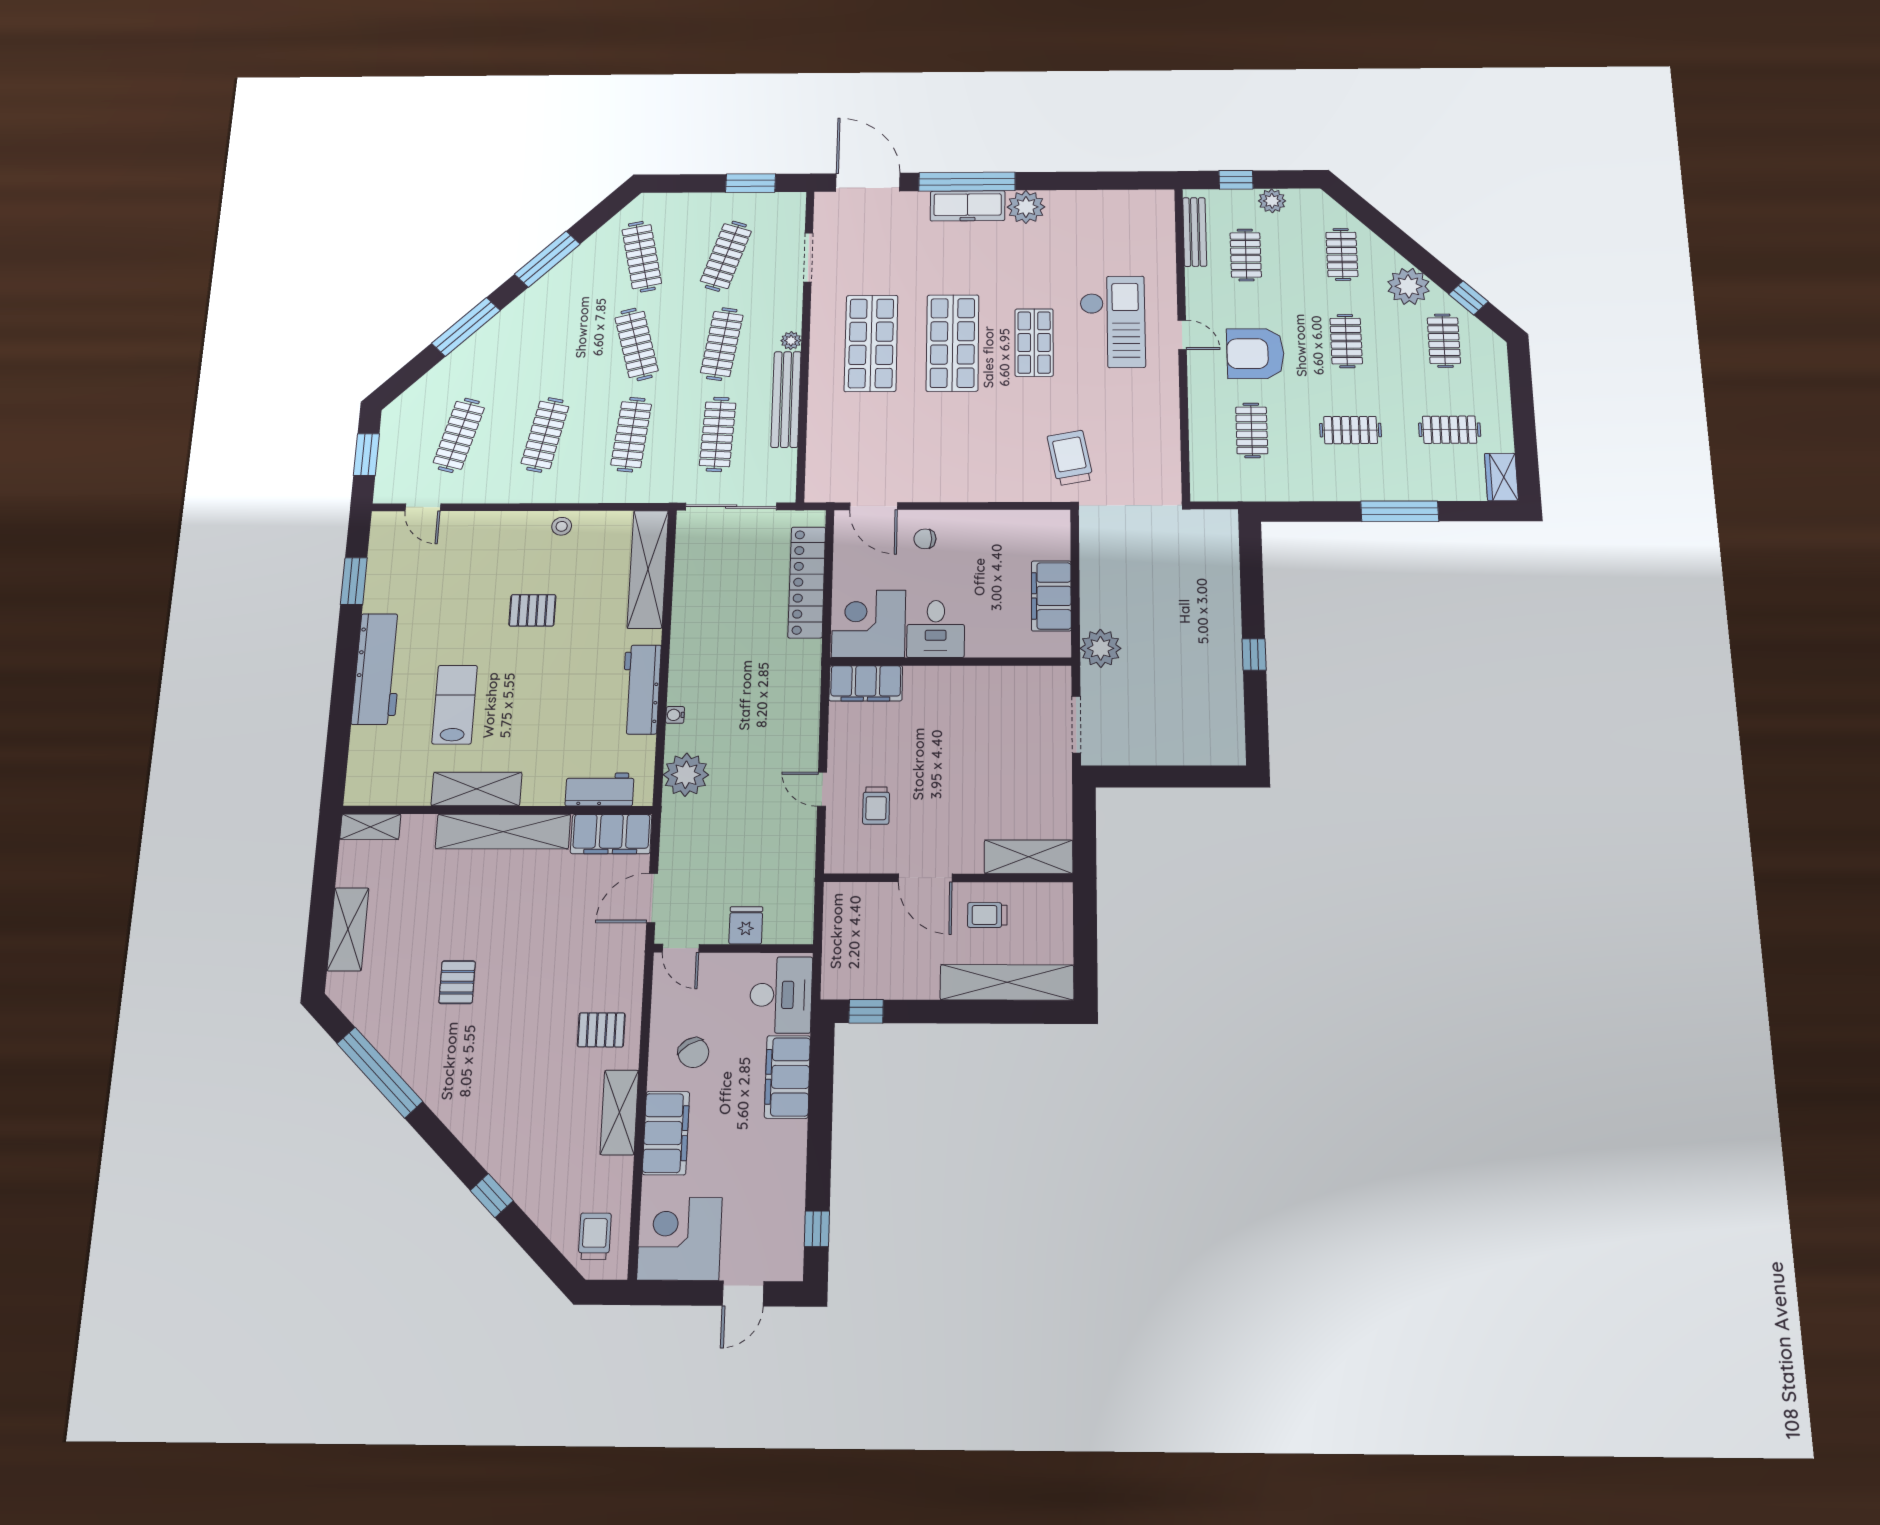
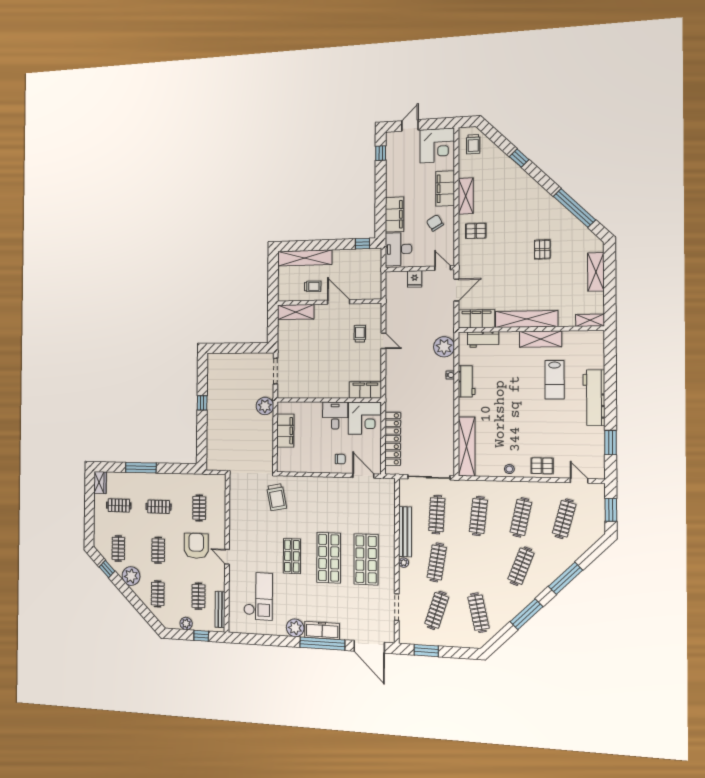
checkout: (1112, 322) -> (258, 596), moved, turned 180
clothes rail: (637, 344) -> (521, 566), moved, turned 36
armchair: (1255, 354) -> (196, 546), turned -90
pallet: (532, 610) -> (542, 466), moved
workbench: (641, 689) -> (467, 381), width x0.73

